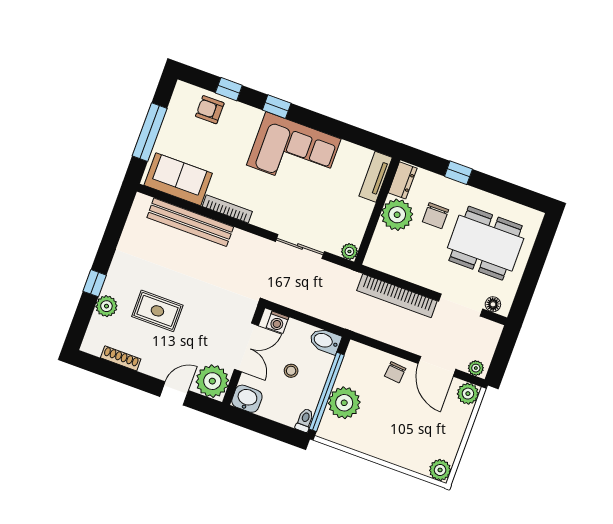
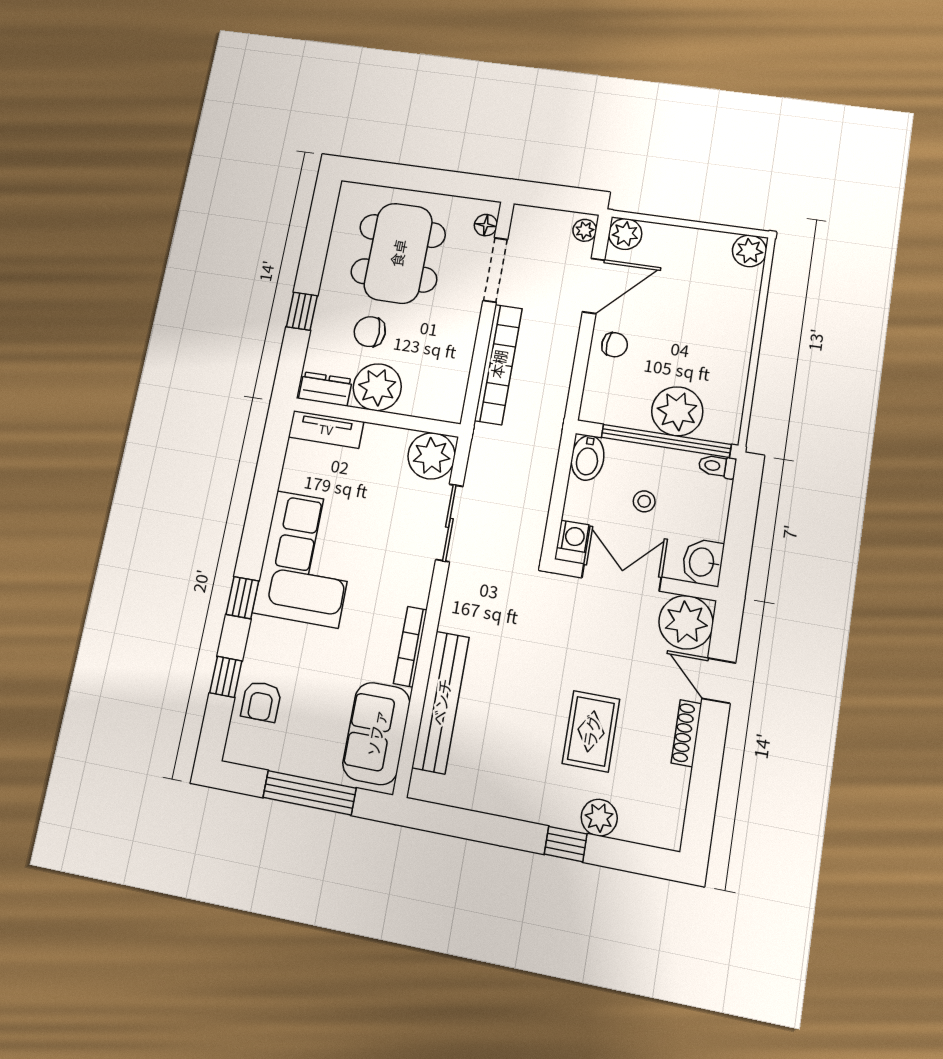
chair: (435, 216) -> (370, 332), turned 180
plant: (349, 251) -> (431, 456), width x1.88, depth x1.88
shoe rack: (121, 358) -> (686, 733), moved

